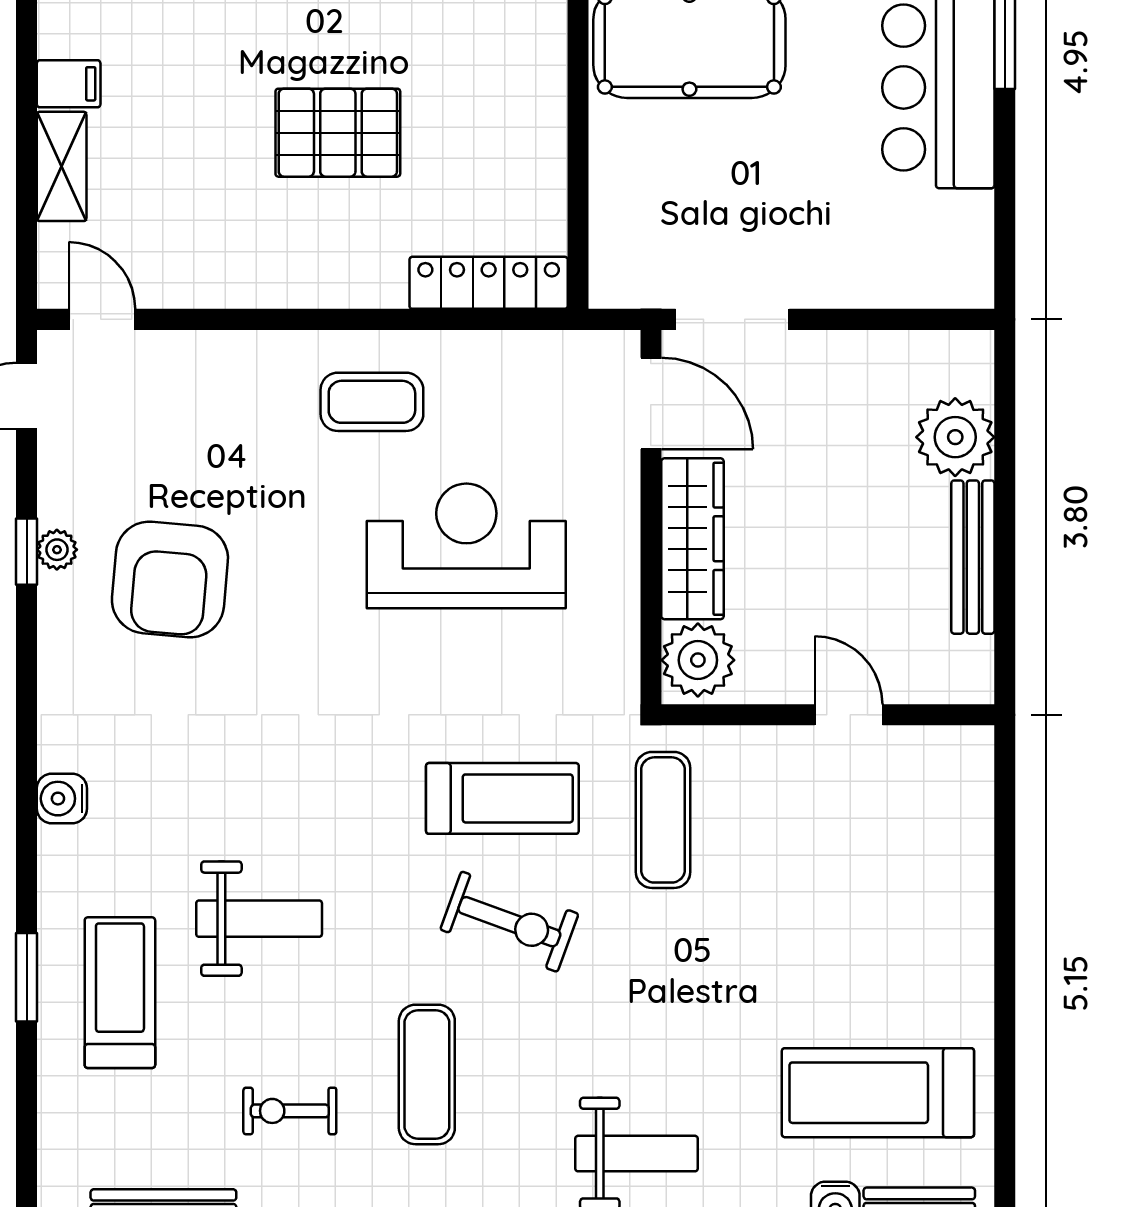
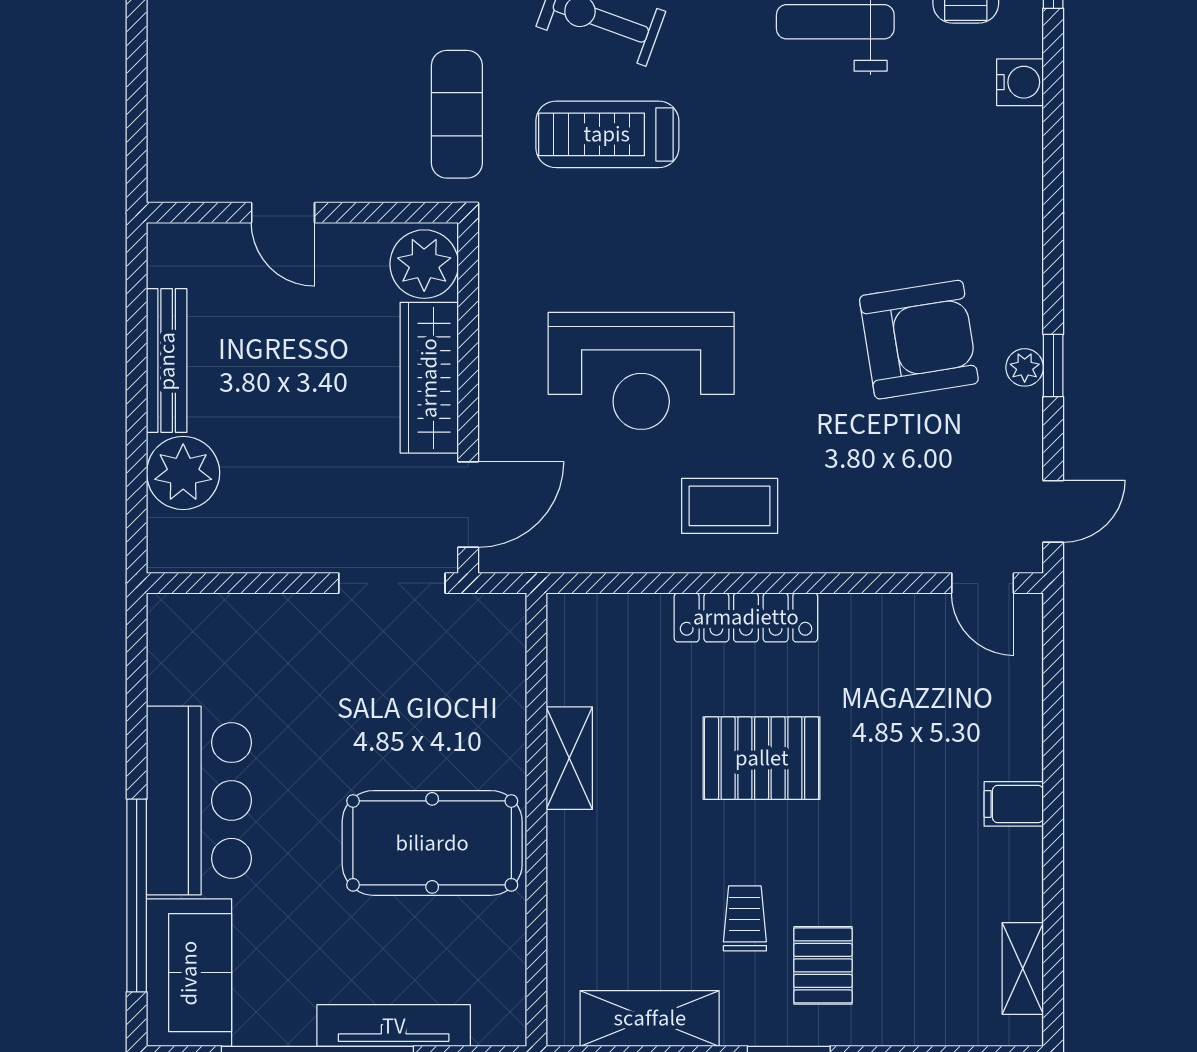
shelving: (62, 166) -> (569, 758), moved
locker: (489, 283) -> (746, 617), moved
door: (651, 403) -> (468, 505), swing flipped
armchair: (170, 579) -> (919, 340), turned 76
water cooler: (62, 799) -> (1020, 82), moved

